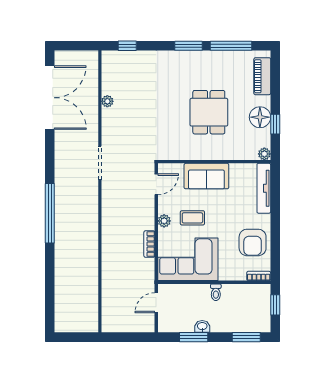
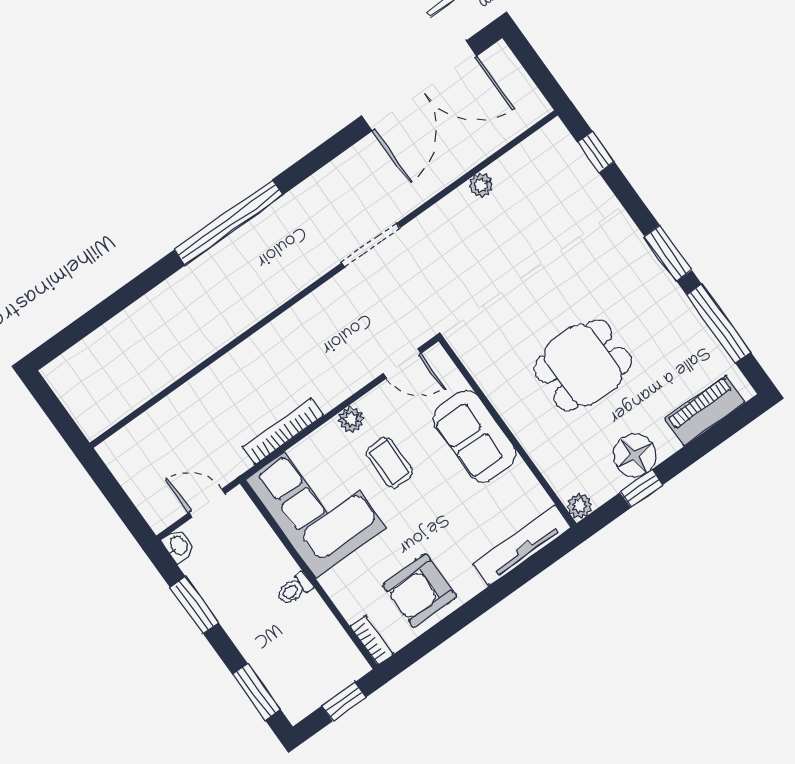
bookcase: (149, 244) -> (283, 431), width x1.56
washbasin: (202, 326) -> (178, 546), moved

